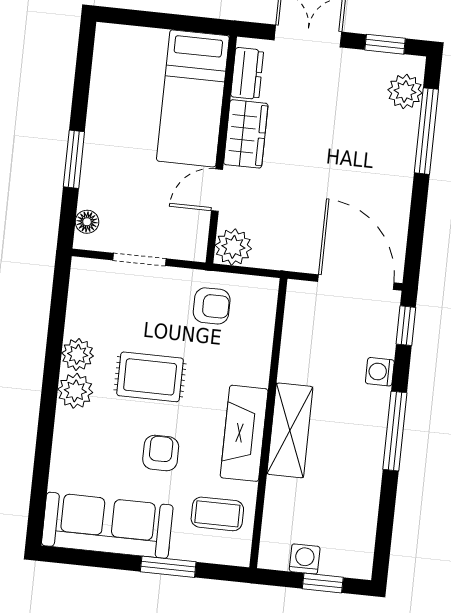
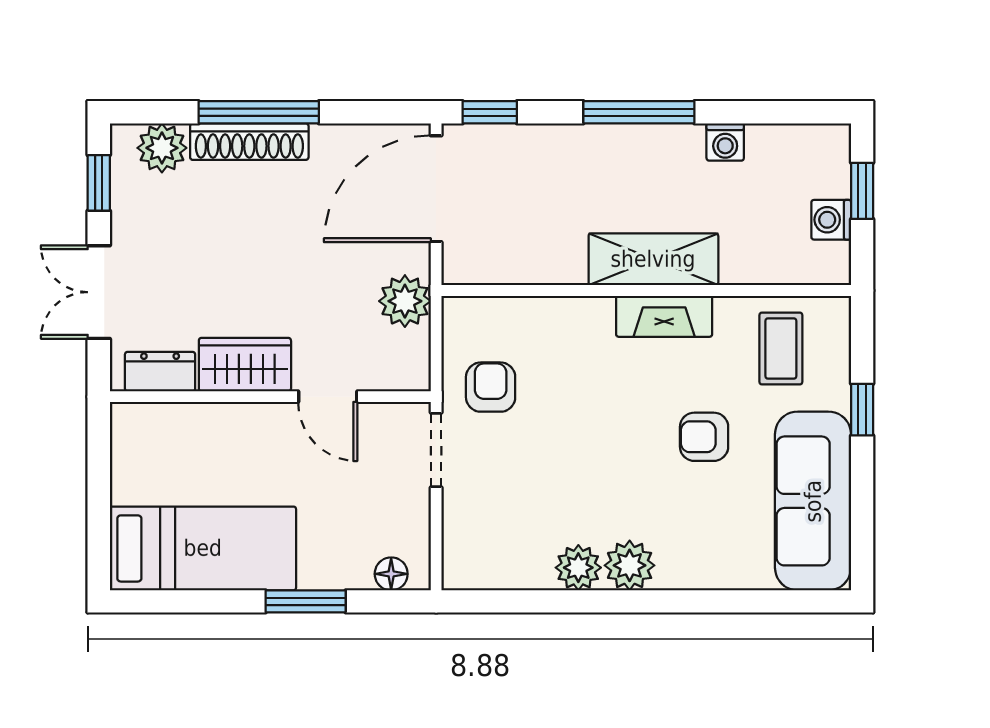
bed: (193, 98) -> (203, 548), moved
window: (426, 131) -> (259, 112), moved
shoe rack: (403, 154) -> (249, 142), added
plant: (233, 247) -> (405, 301), moved
doorway: (139, 259) -> (436, 450), moved
washing machine: (380, 372) -> (725, 142), moved
rug: (150, 377) -> (599, 463), removed
fireplace: (244, 433) -> (664, 316), width x0.73, depth x0.76
window: (168, 567) -> (862, 410), width x0.67

